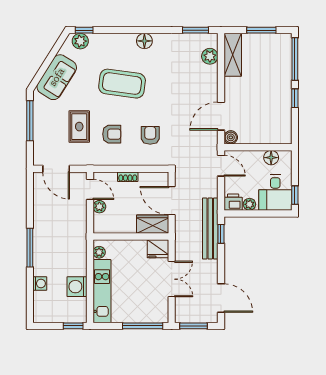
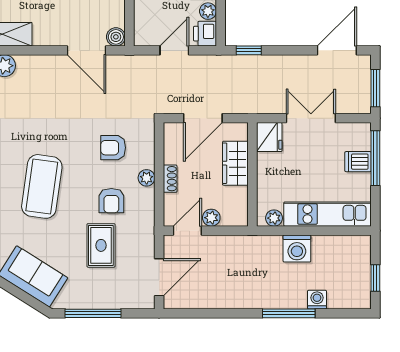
rug: (79, 127) -> (101, 245), turned 90
armchair: (112, 134) -> (111, 201), turned 180
plant: (128, 160) -> (147, 178), added
door: (221, 166) -> (174, 50), moved
wardrobe: (153, 224) -> (235, 163), moved
bench: (210, 229) -> (241, 65), removed
window: (30, 248) -> (289, 313), moved
washing machine: (77, 287) -> (297, 249), moved
dishwasher: (140, 313) -> (358, 162), added
window: (73, 326) -> (375, 278), moved

